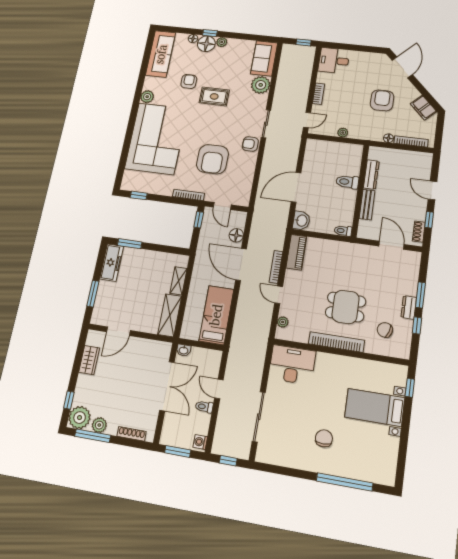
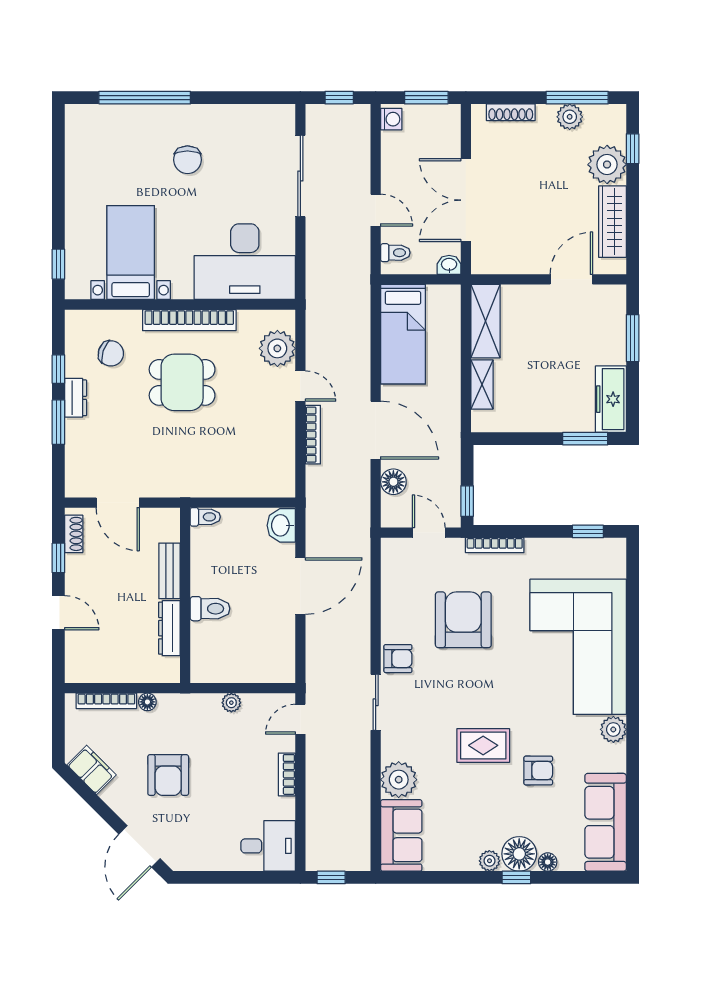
armchair: (189, 81) -> (538, 770), turned -90
piano: (296, 252) -> (281, 466), removed
plant: (283, 322) -> (277, 348), width x1.88, depth x1.88
wardrobe: (89, 360) -> (612, 222), width x1.50
desk: (292, 365) -> (245, 262), width x1.36, depth x1.30
toilet: (204, 407) -> (395, 253), moved
bed with nightstands: (375, 407) -> (131, 253), moved, turned -90
plant: (80, 418) -> (607, 165), moved

